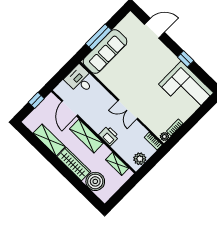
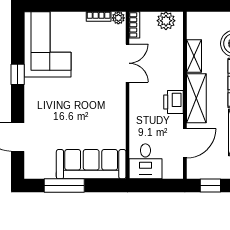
window: (99, 37) -> (64, 185), moved
double door: (128, 109) -> (127, 63), moved
printer: (109, 136) -> (174, 102), moved
shelving: (117, 164) -> (194, 56), moved

